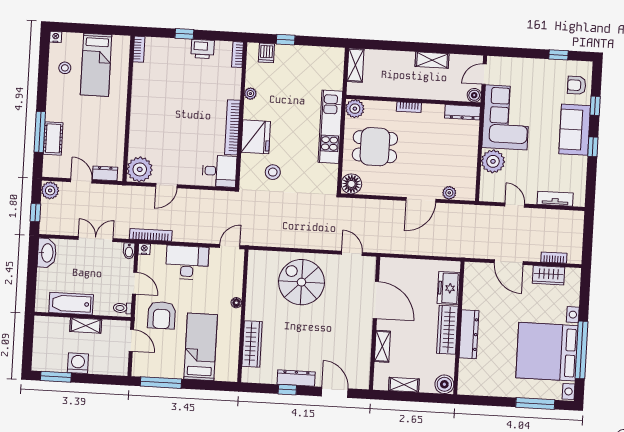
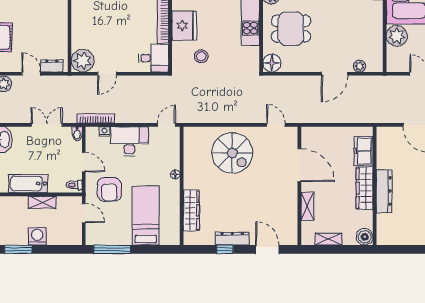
nightstand: (144, 249) -> (104, 131), moved
spiral stairs: (301, 282) -> (232, 153), turned 180

